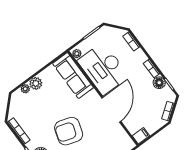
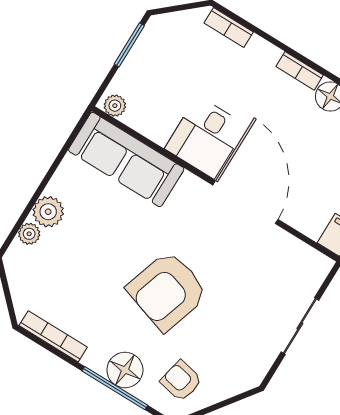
desk: (103, 69) -> (206, 137), width x0.53, depth x0.77

